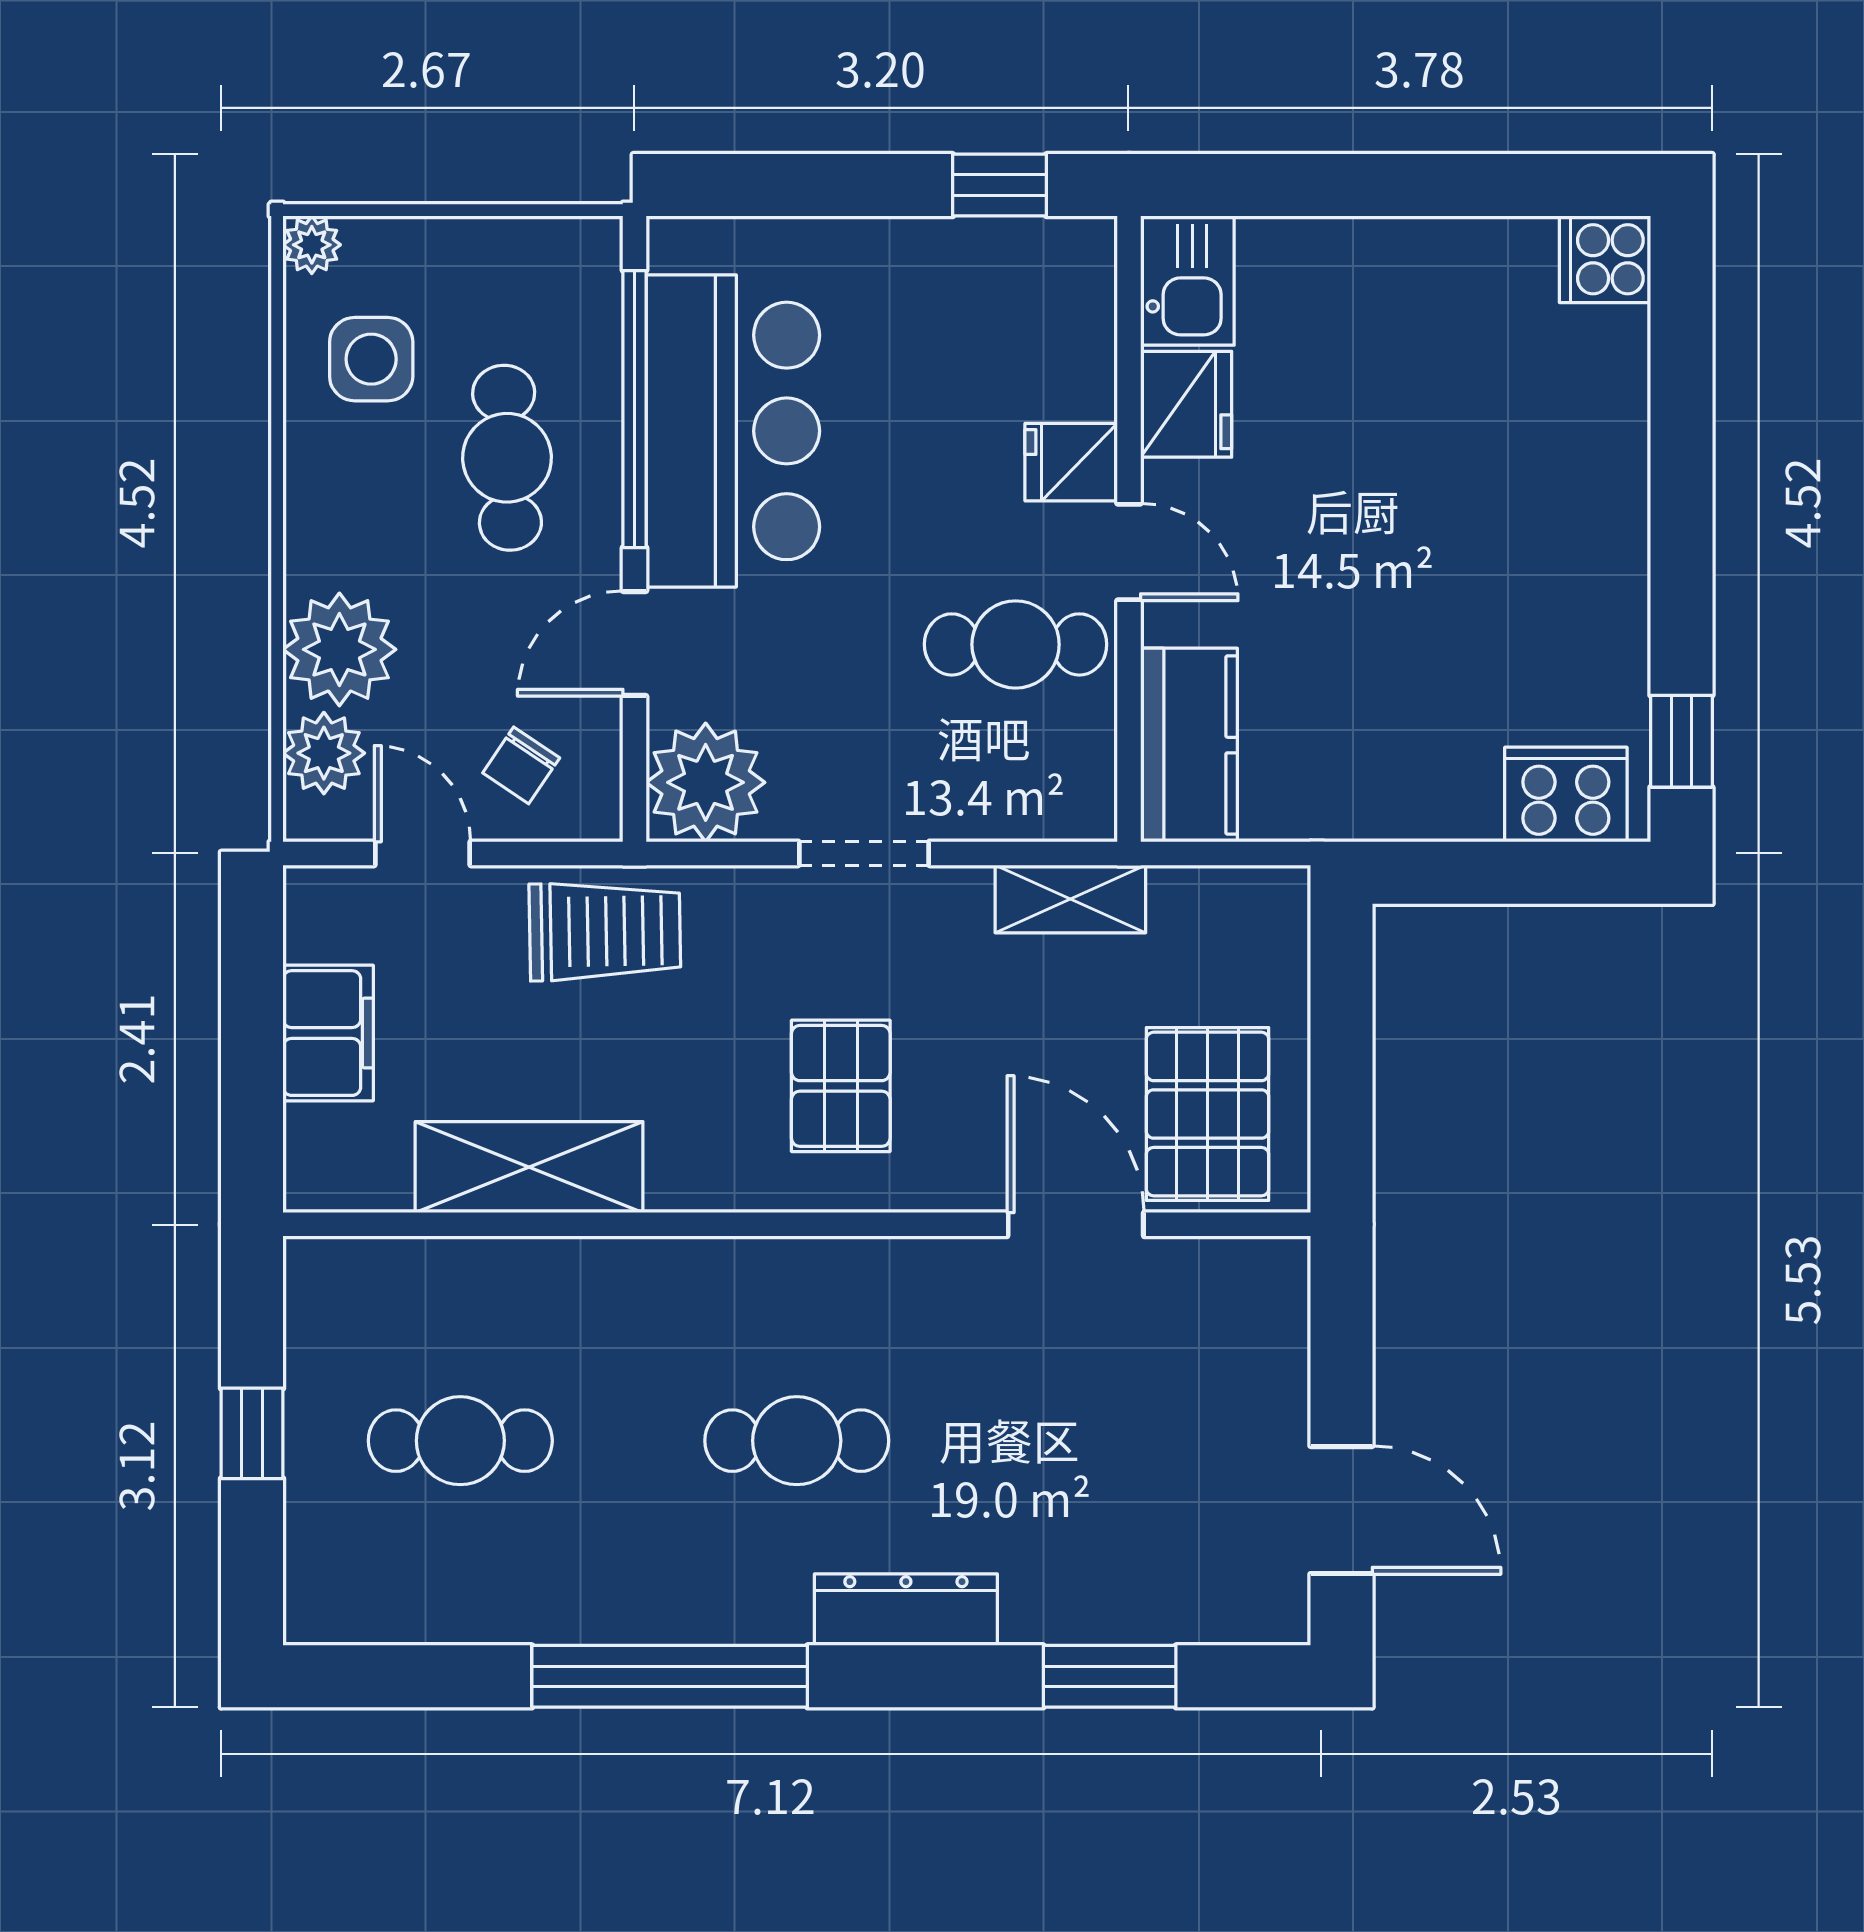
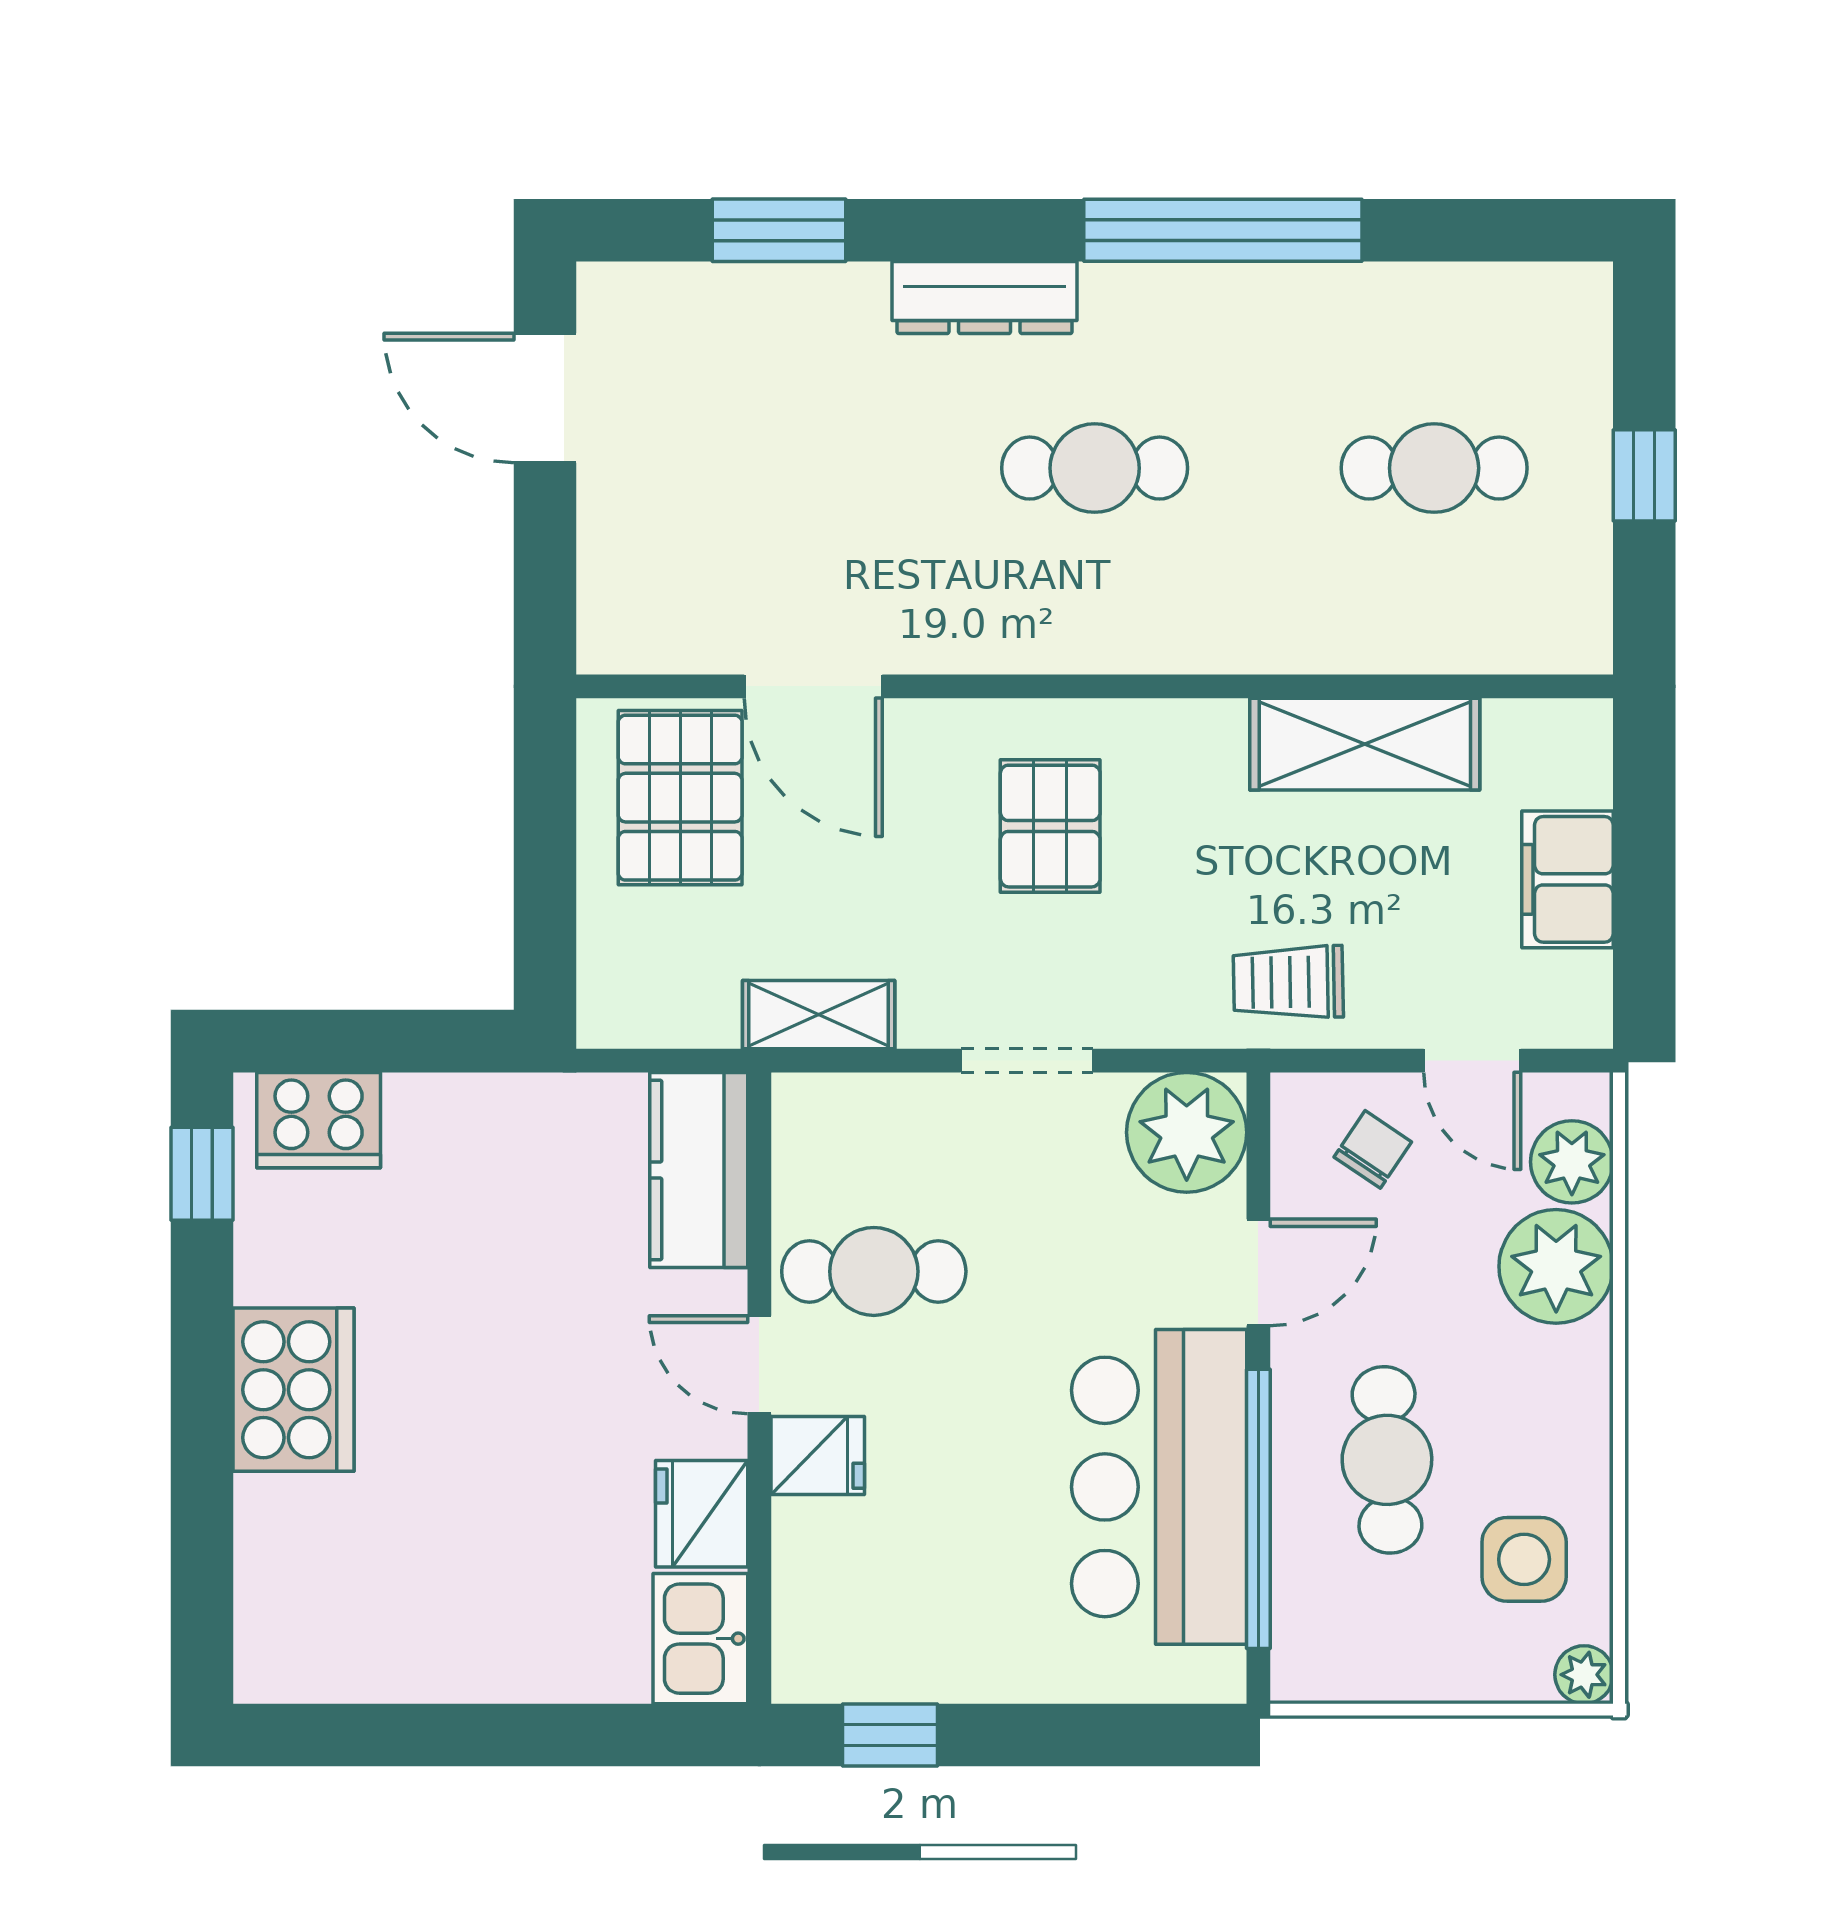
cooker: (1605, 259) -> (293, 1390), moved, width x1.87, depth x1.31
trolley: (605, 931) -> (1288, 982), width x0.73, depth x0.72

